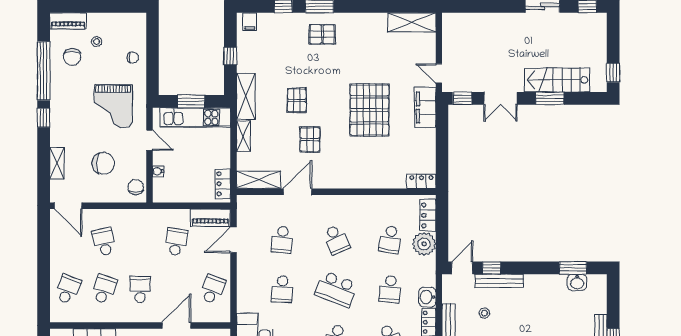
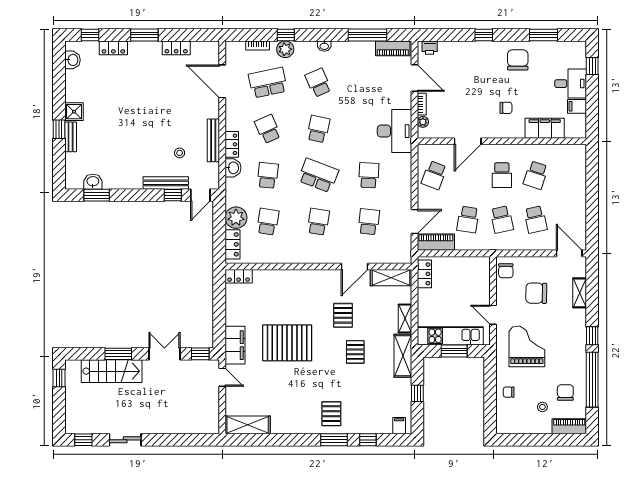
pallet: (322, 34) -> (331, 414), turned 90
pallet: (369, 110) -> (287, 343), turned 90
water cooler: (158, 171) -> (485, 286), removed
school desk: (336, 240) -> (318, 222), turned 33
school desk: (68, 289) -> (502, 220), moved, turned -33

